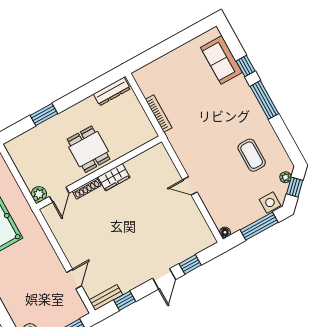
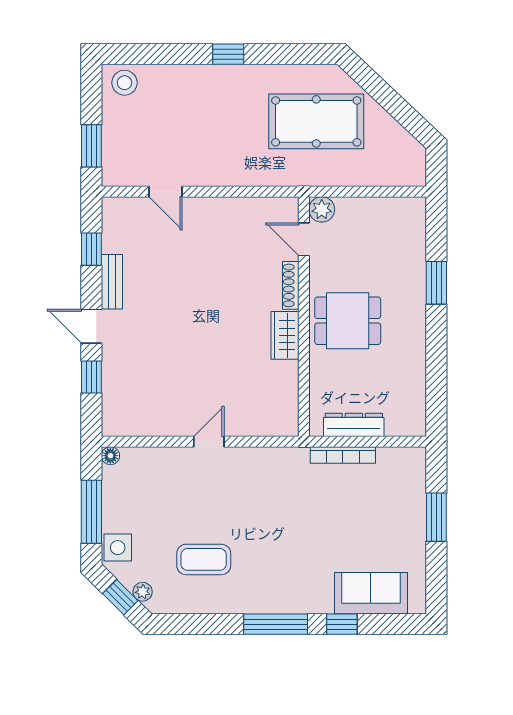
window: (164, 48) -> (436, 517), added
dresser: (112, 91) -> (354, 425), moved, turned 90
bench: (106, 297) -> (112, 282), moved

